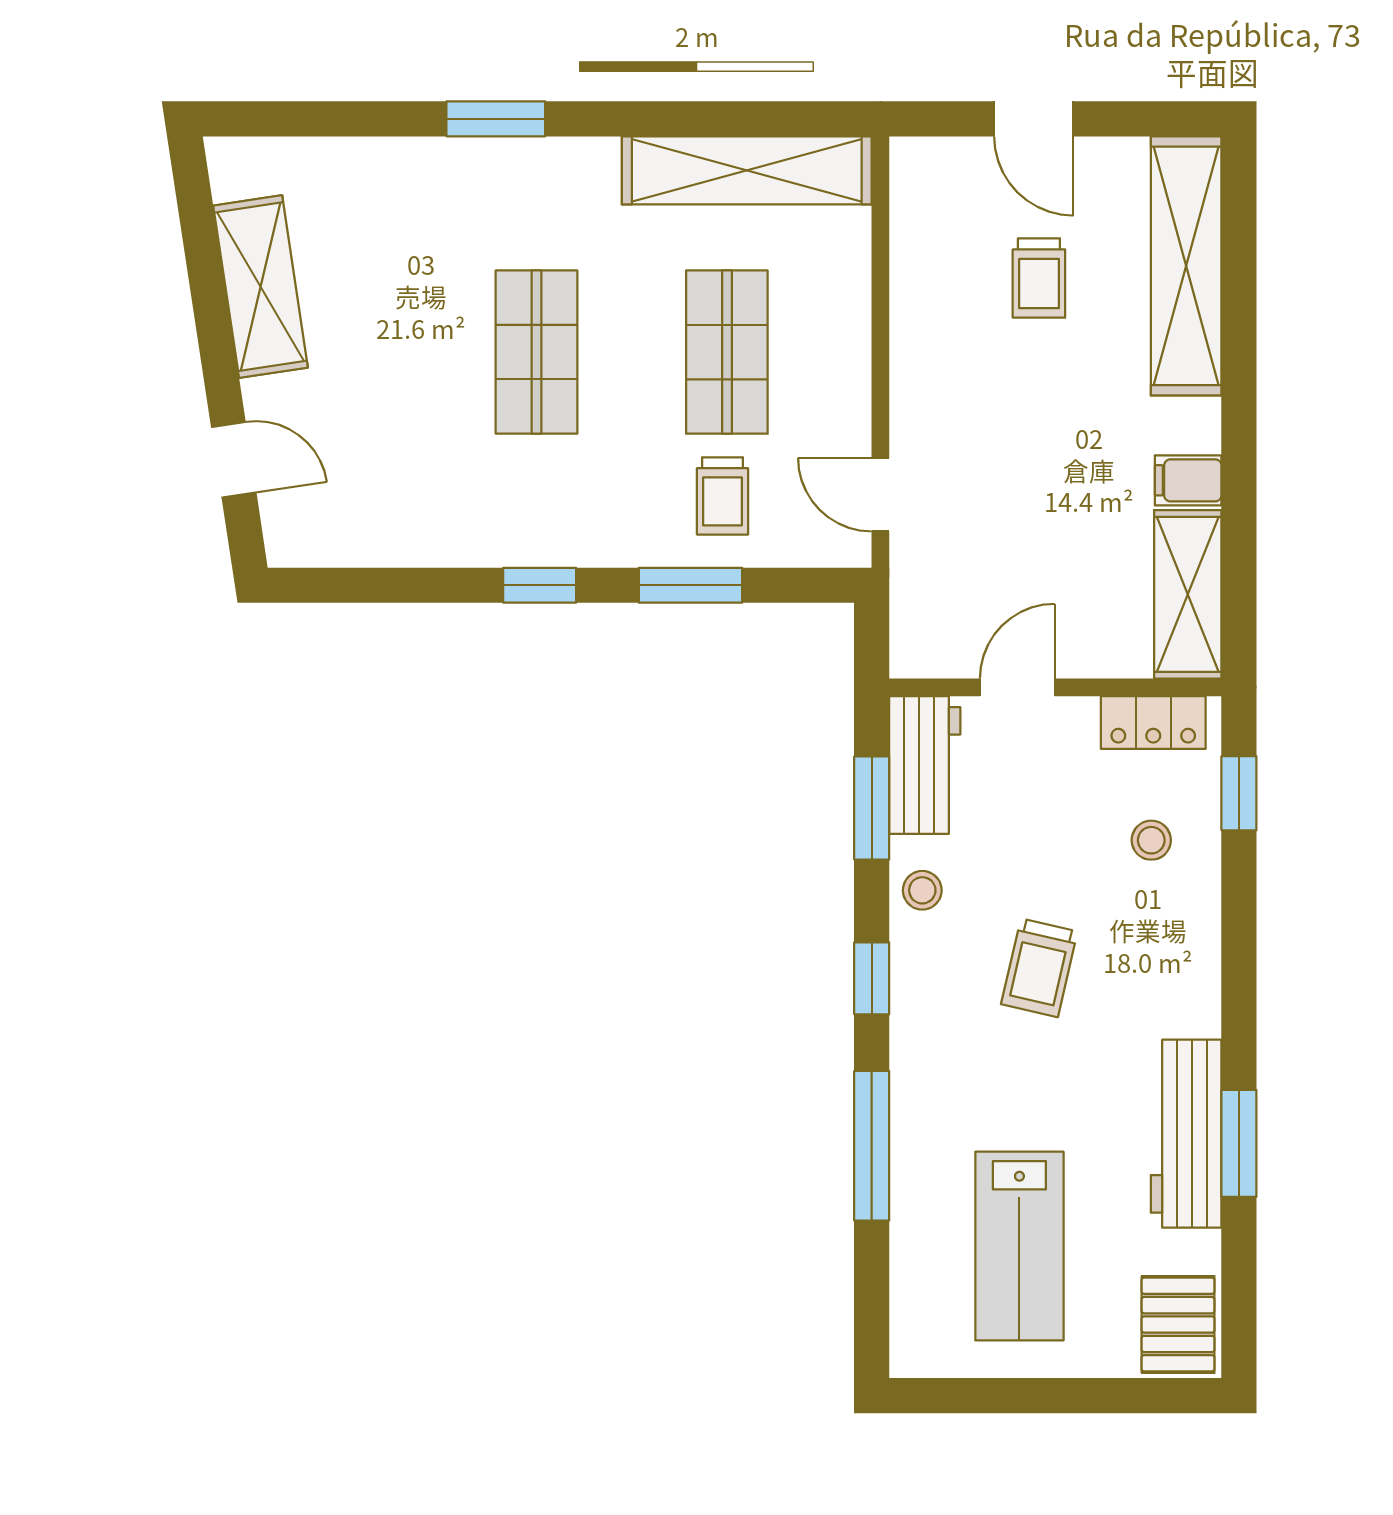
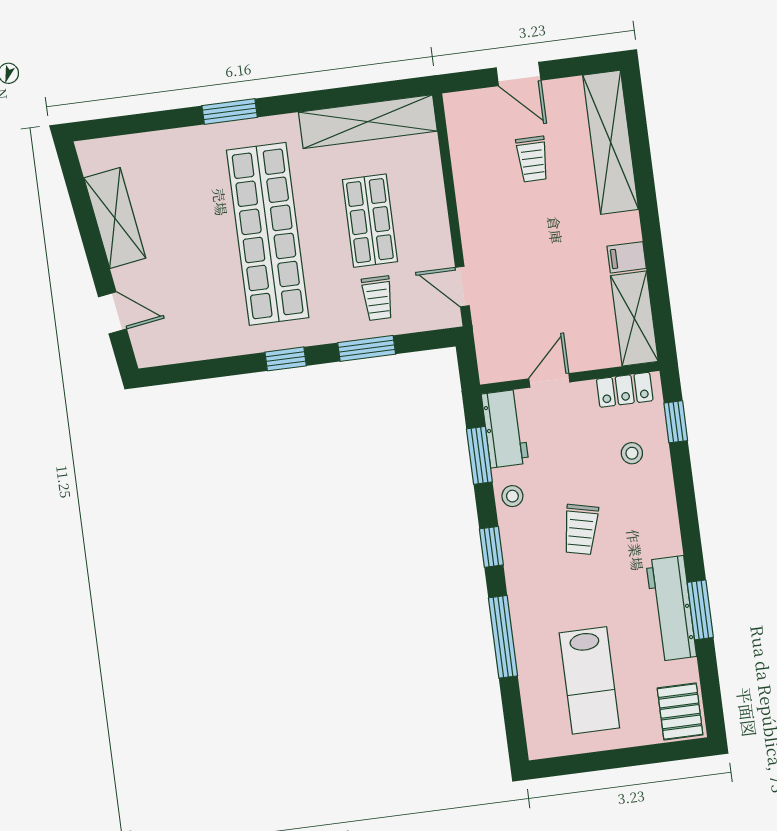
shop shelf: (536, 352) -> (268, 234), width x2.00, depth x1.36

